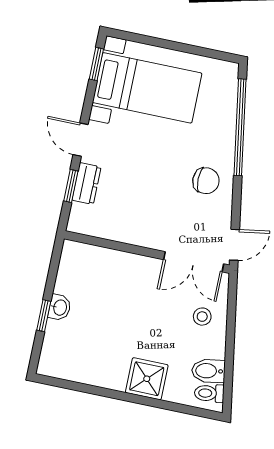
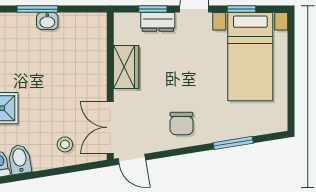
window: (96, 64) -> (241, 9), moved
window: (240, 127) -> (233, 143), width x0.47
wardrobe: (130, 230) -> (126, 67), added
window: (44, 316) -> (37, 9), width x1.50

